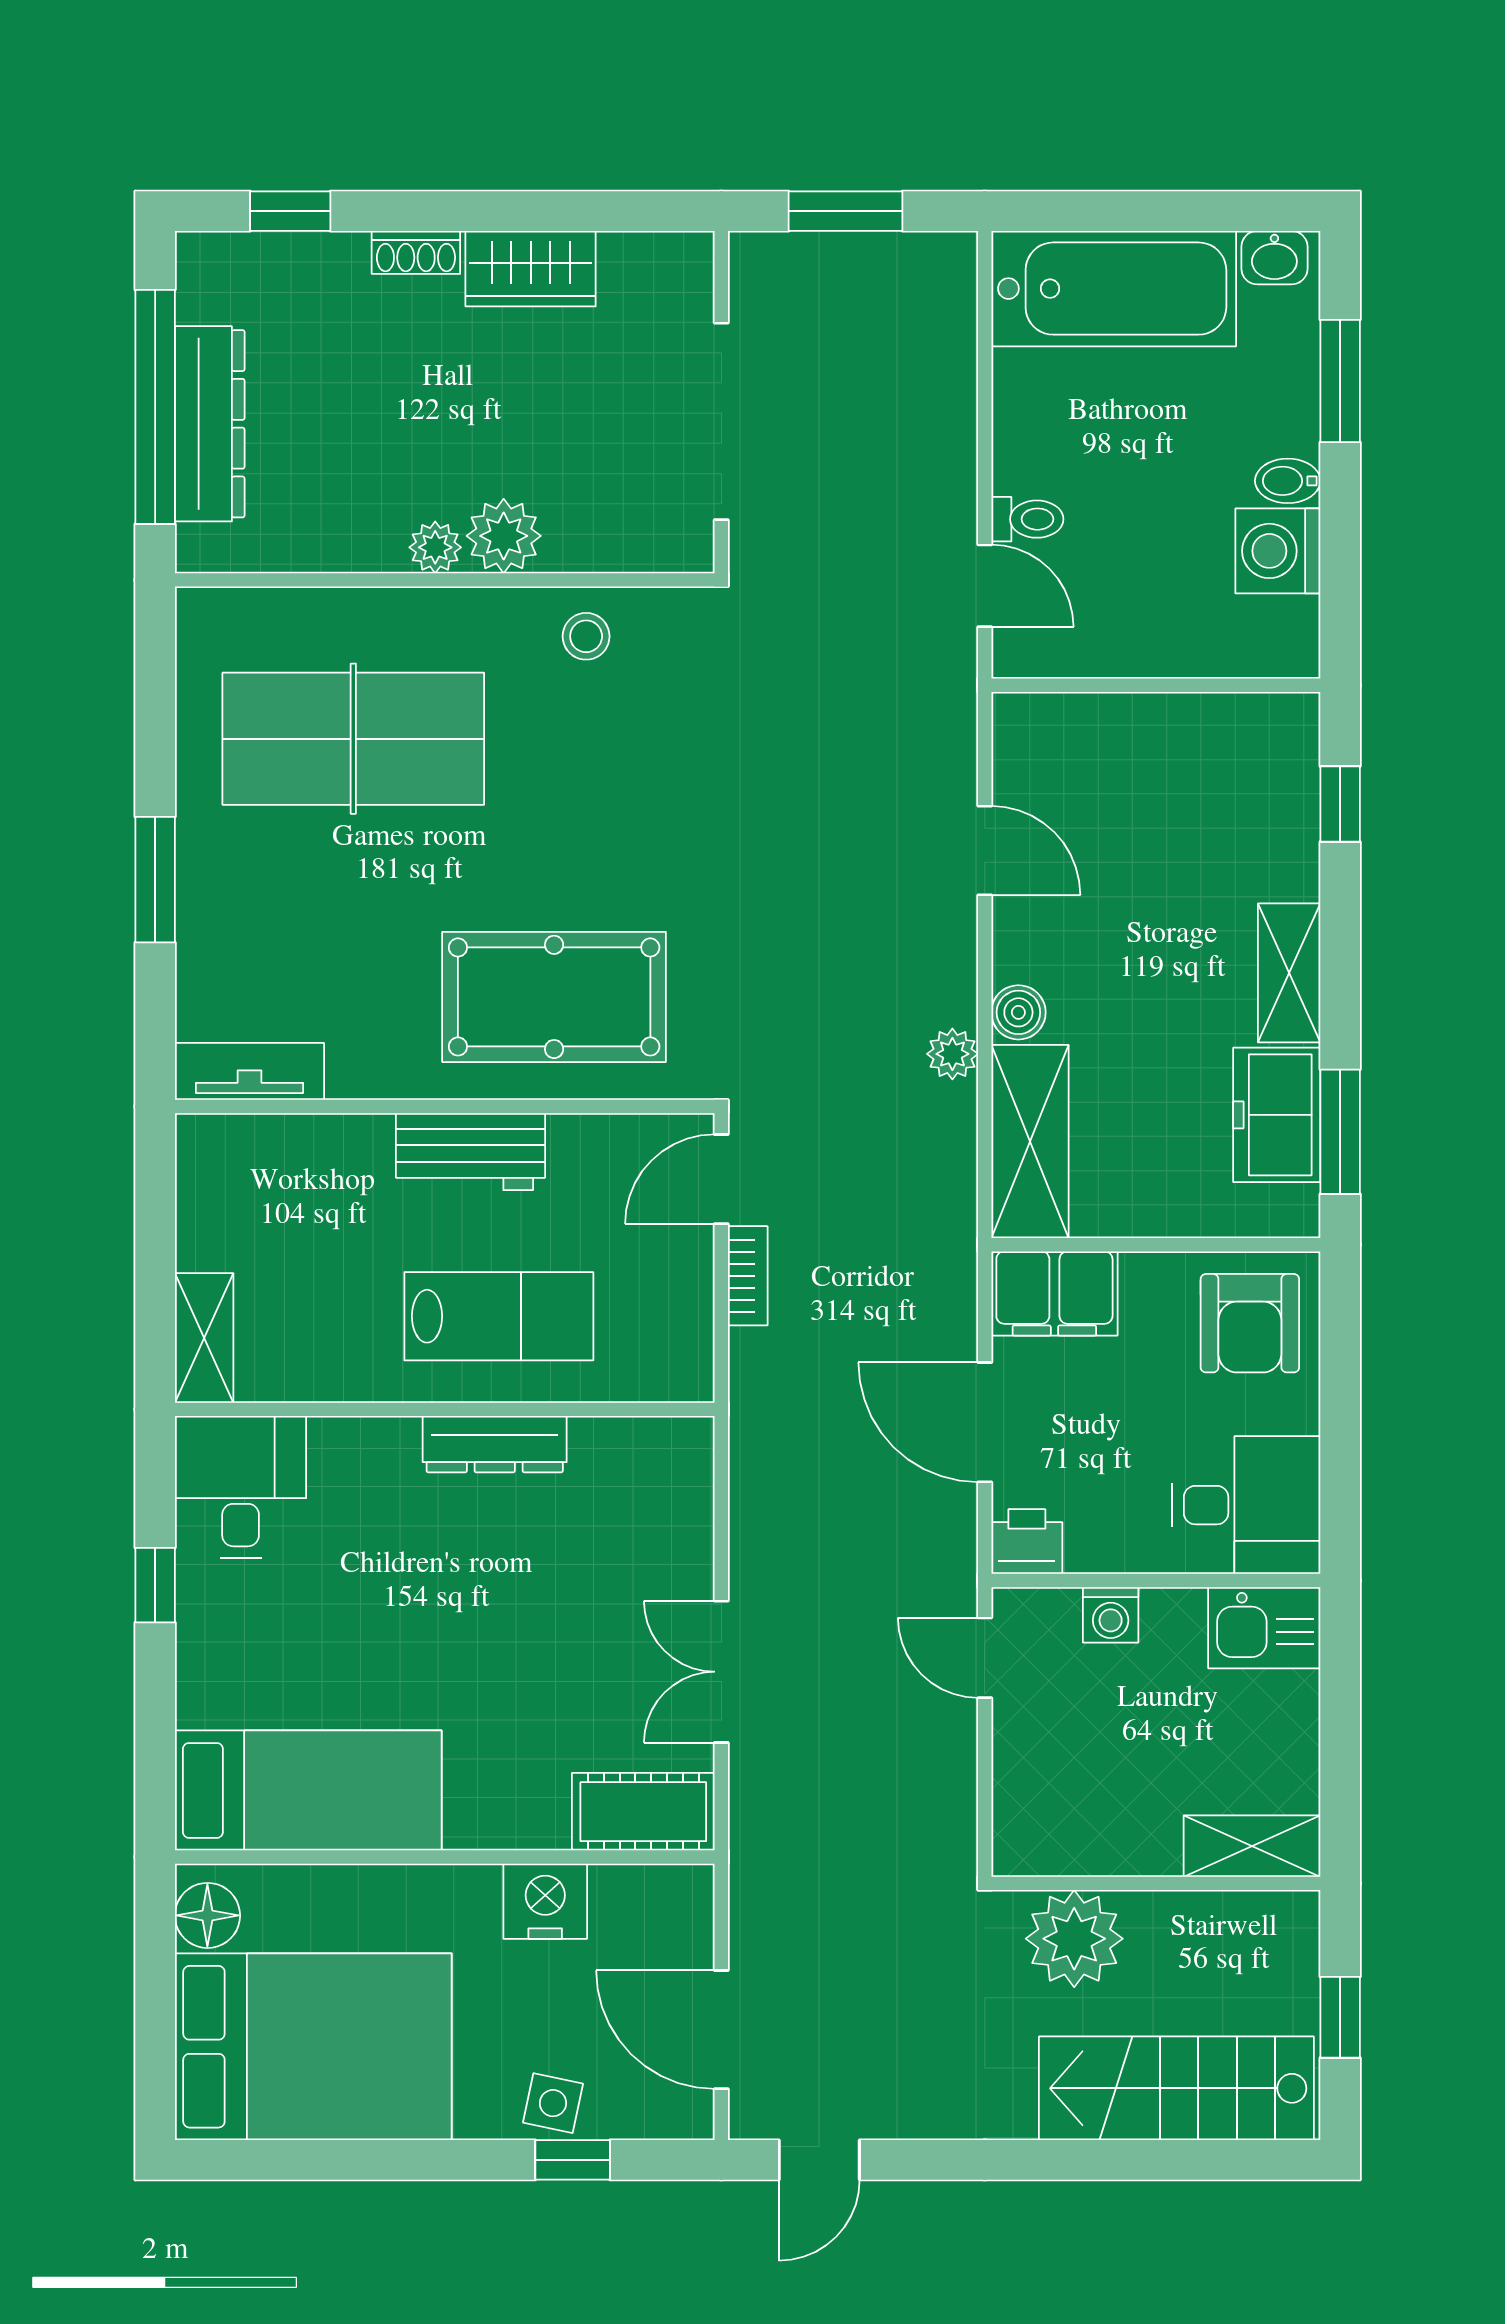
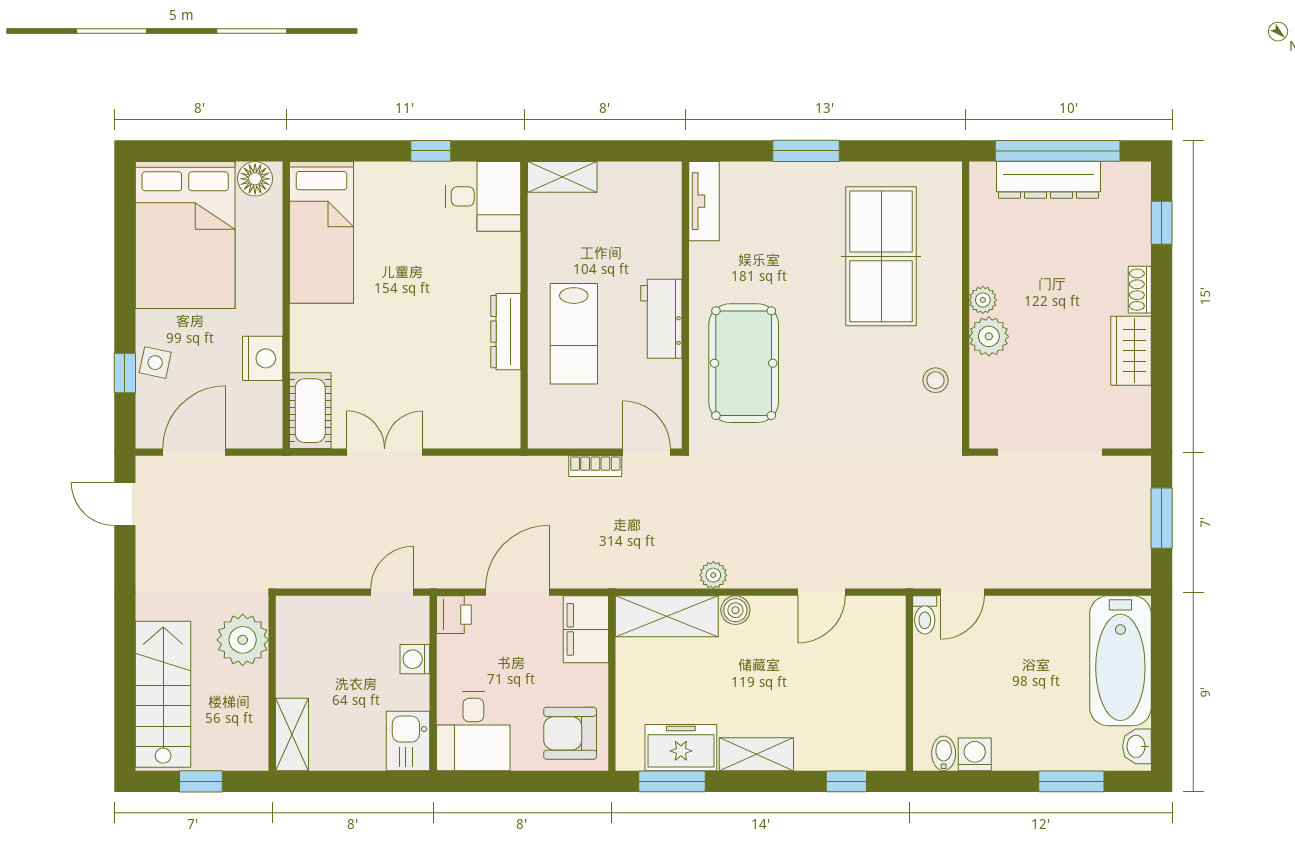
bidet: (1288, 481) -> (944, 753), moved
toilet: (1027, 519) -> (925, 615), moved
washing machine: (1278, 551) -> (975, 754), width x0.73, depth x0.73

